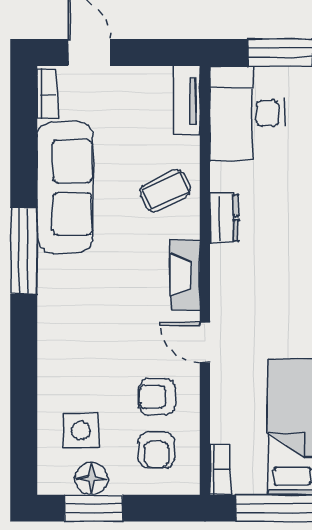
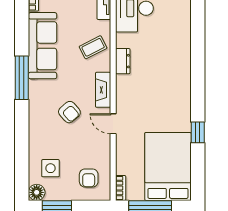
armchair: (157, 397) -> (69, 112), moved, turned -131
floor lamp: (92, 479) -> (37, 192), moved

